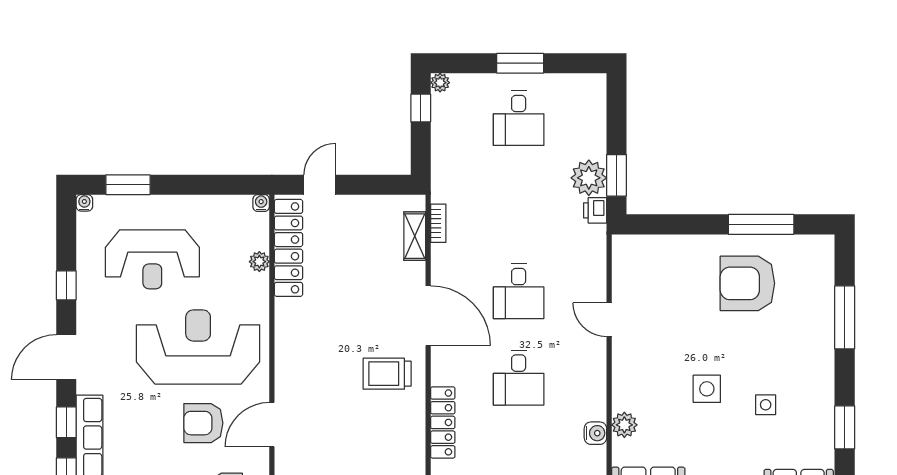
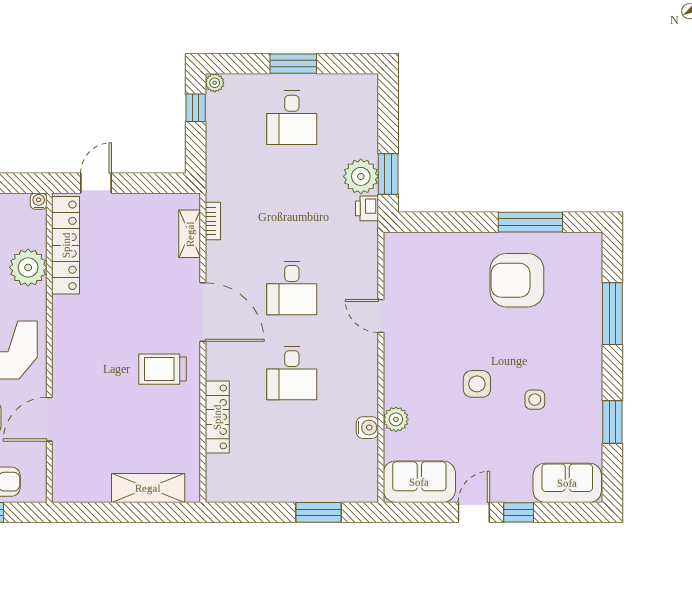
plant: (259, 262) -> (28, 267), width x1.87, depth x1.87

